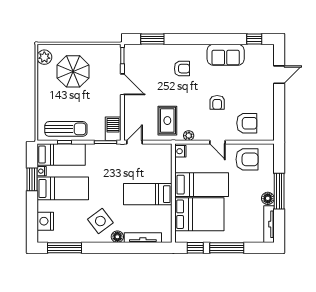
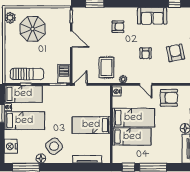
armchair: (247, 123) -> (176, 53), moved, turned -101
bed: (199, 214) -> (132, 137), width x0.67
floor lamp: (117, 237) -> (41, 159), moved

